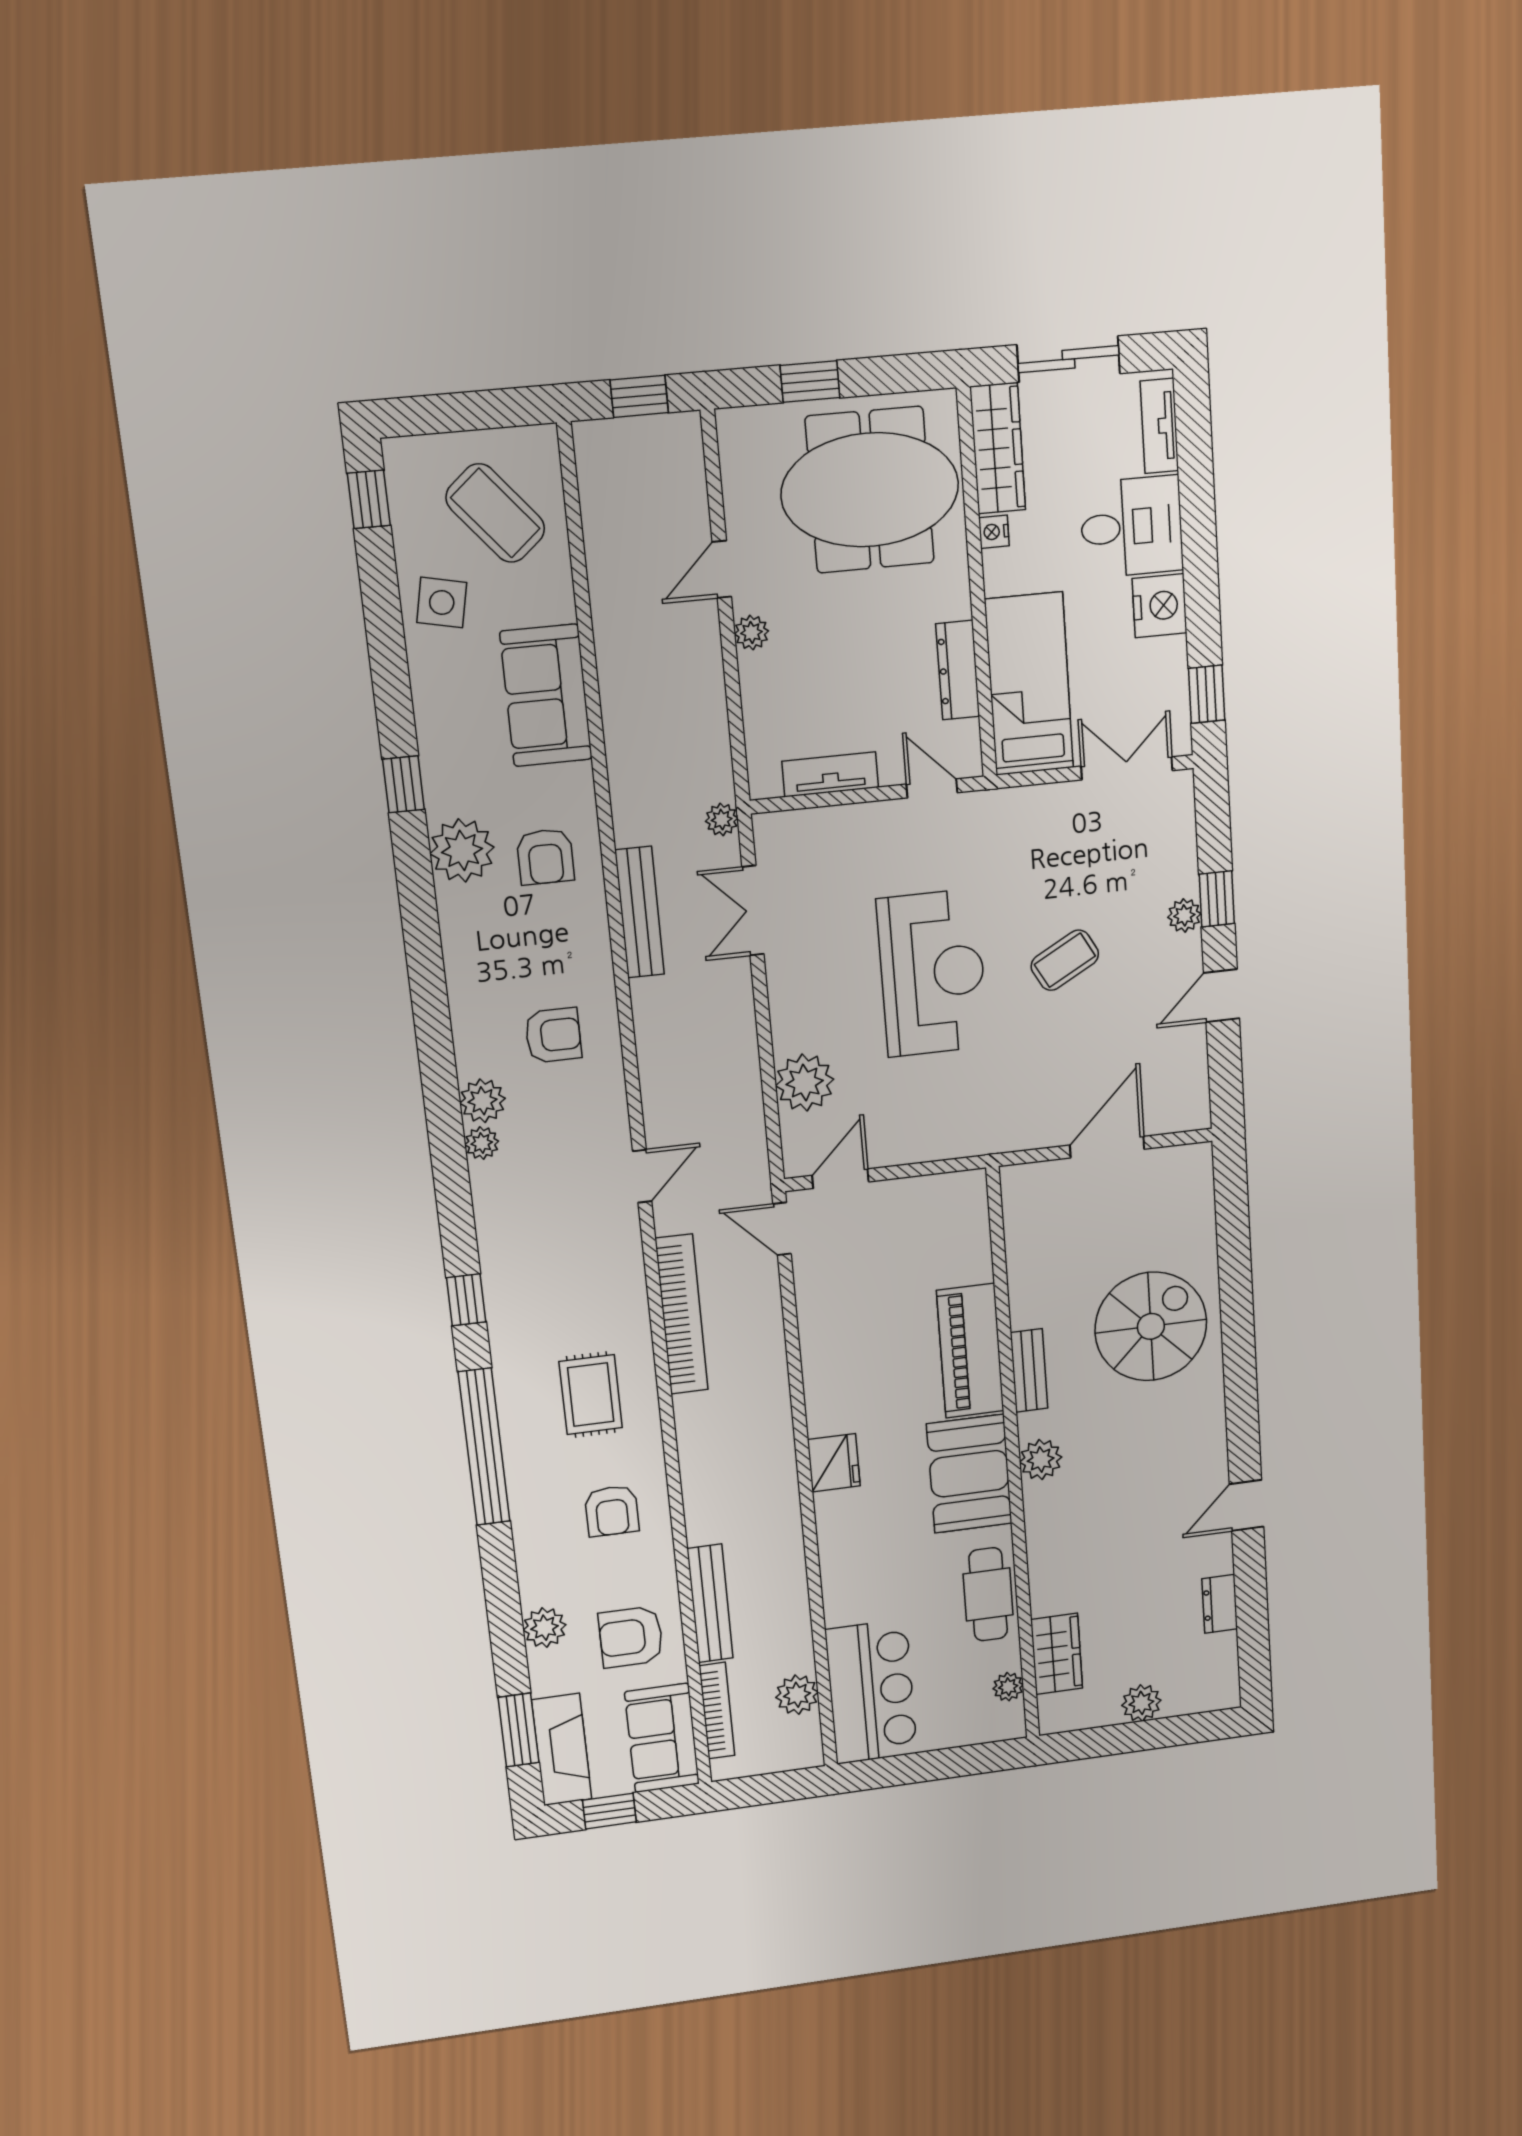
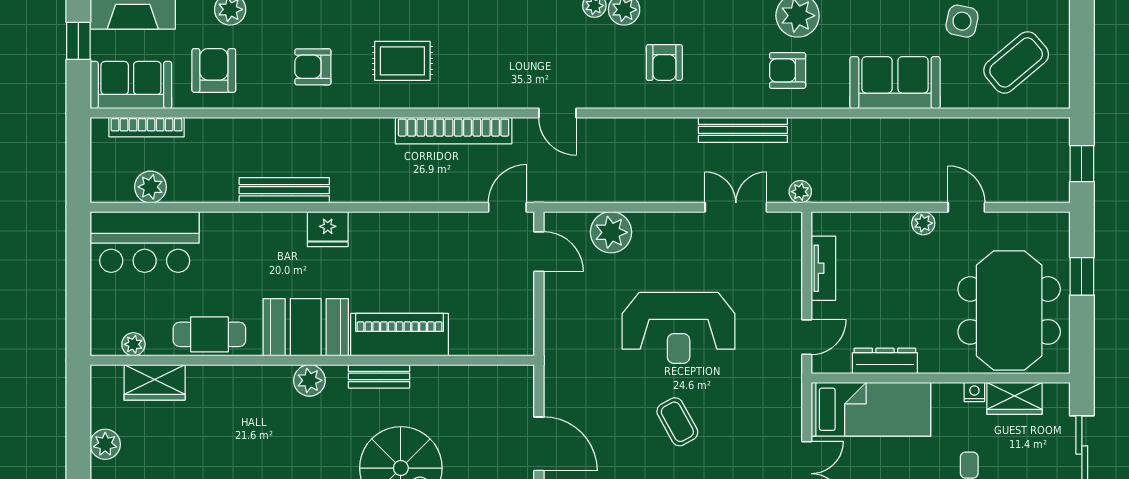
wardrobe: (998, 448) -> (1015, 398), width x0.67
bench: (710, 1603) -> (284, 190), moved

